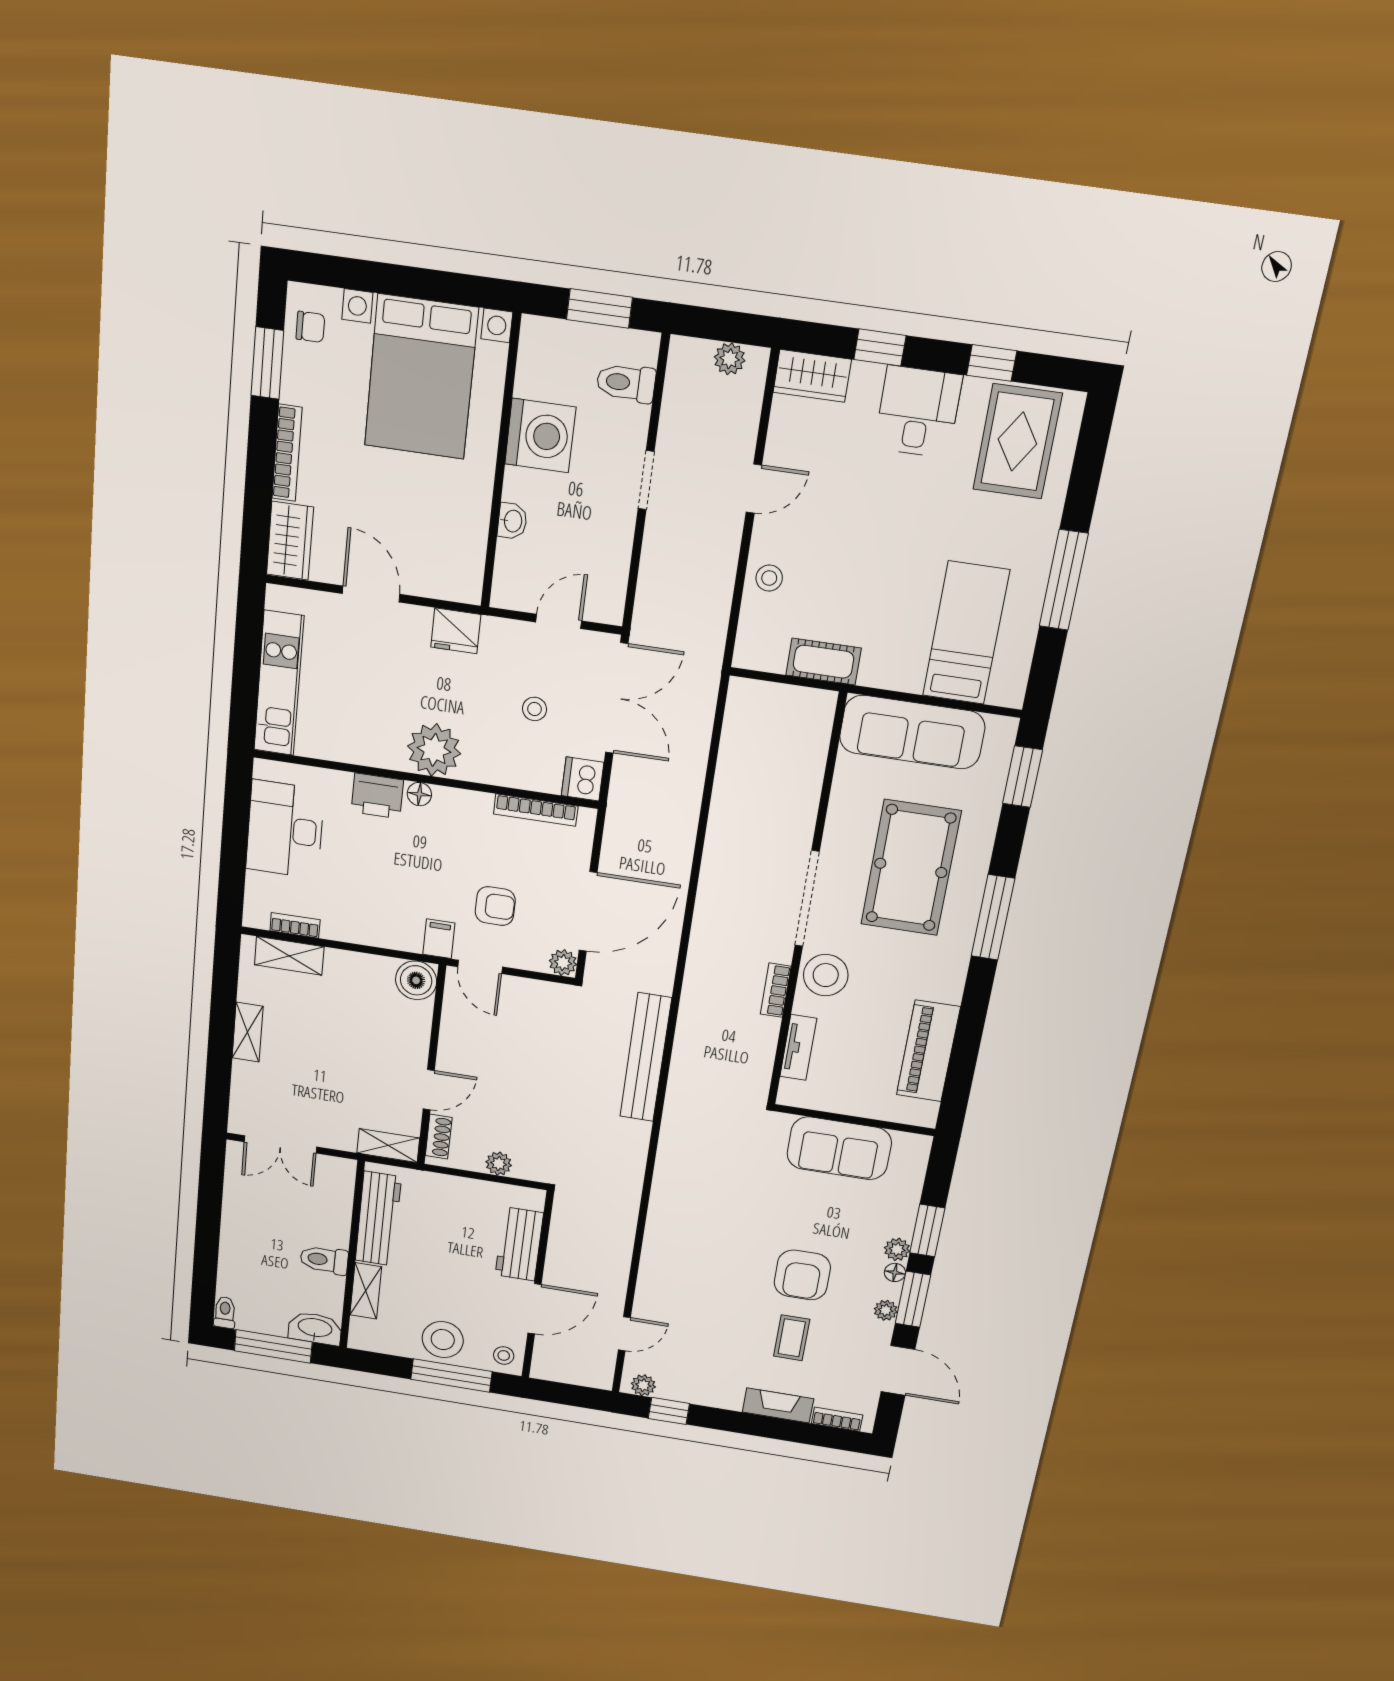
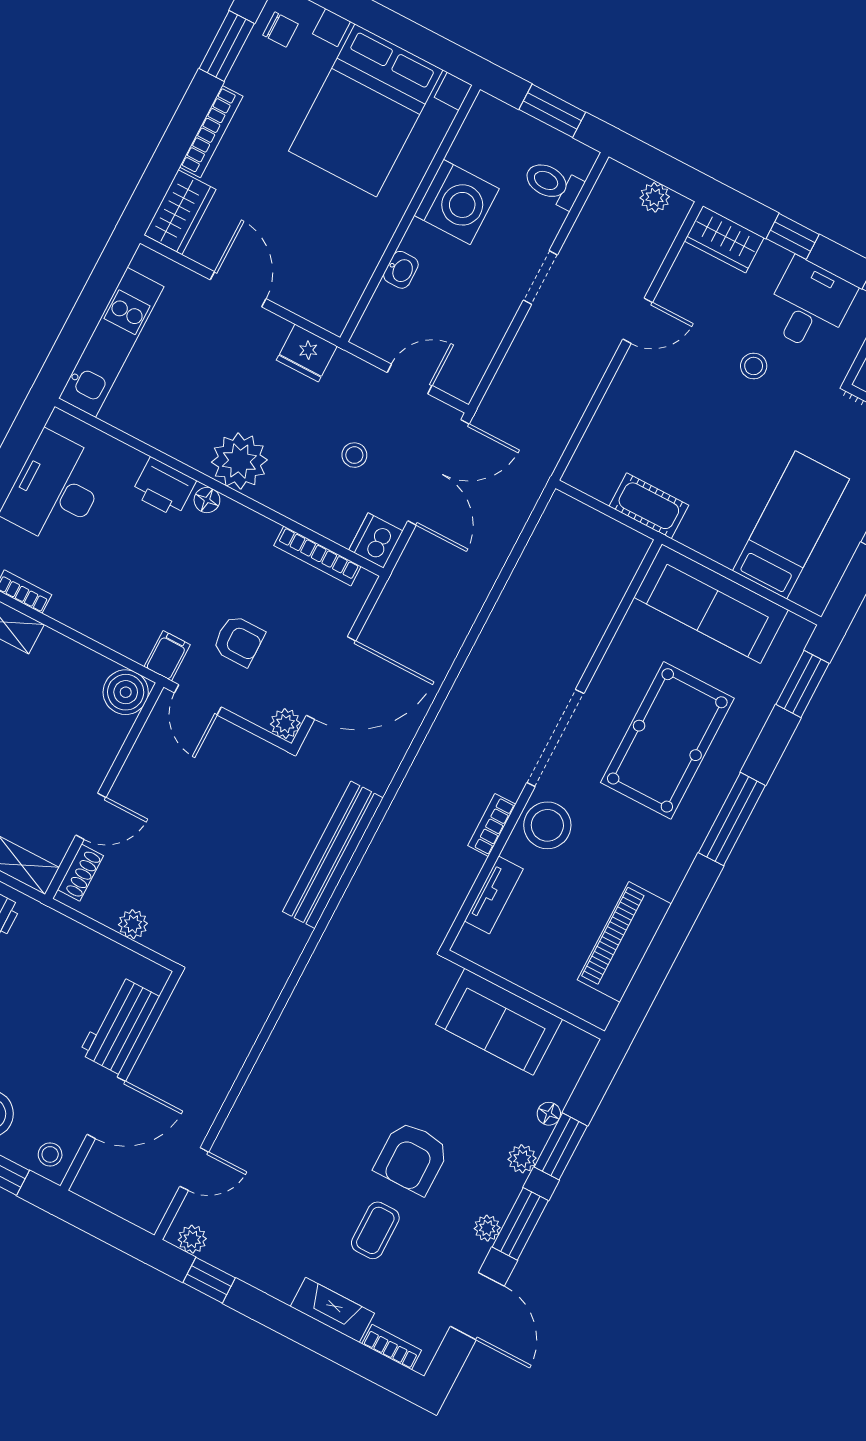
stool: (769, 578) -> (754, 366), moved
floor lamp: (895, 1272) -> (549, 1114), moved

